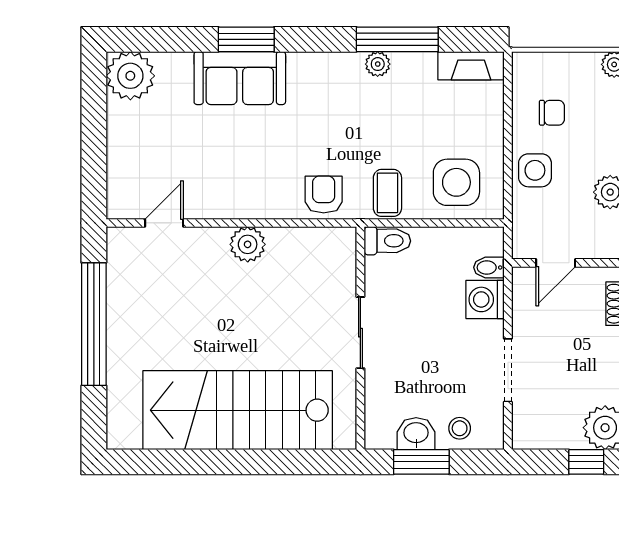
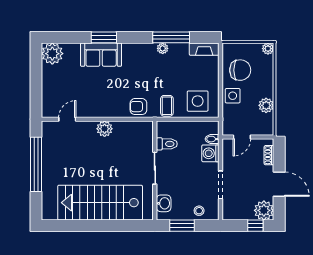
chair: (552, 113) -> (240, 70), width x1.87, depth x1.87
armchair: (324, 195) -> (138, 107), turned -90
toilet: (387, 241) -> (167, 144), moved
washbasin: (416, 434) -> (164, 203), moved, turned 90

